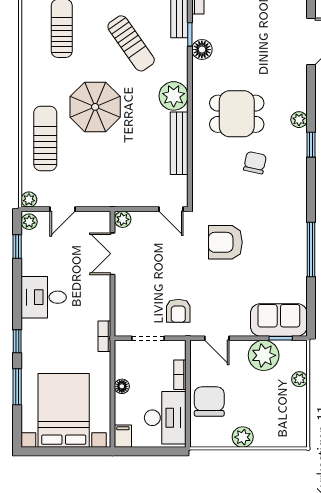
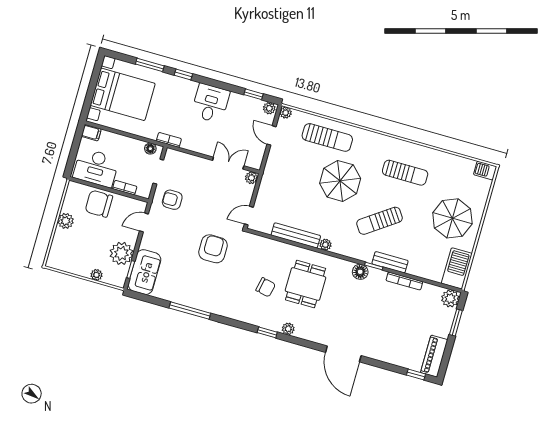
plant: (174, 96) -> (325, 245), width x0.53, depth x0.53
floor lamp: (122, 386) -> (150, 149), moved
chair: (209, 401) -> (99, 204), turned 180

